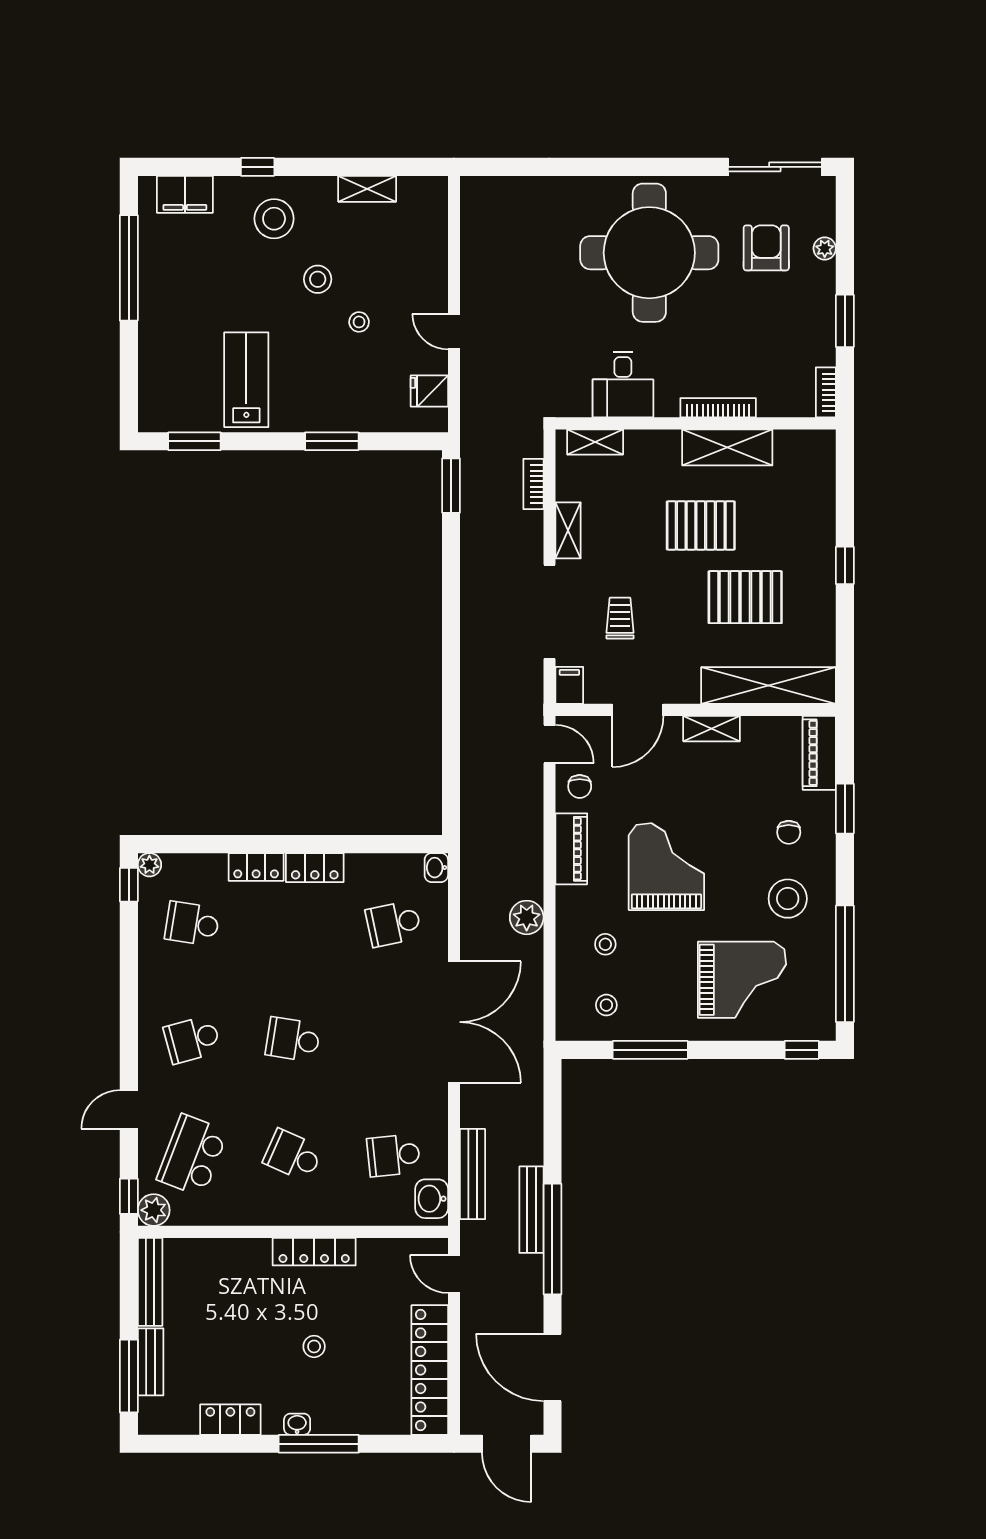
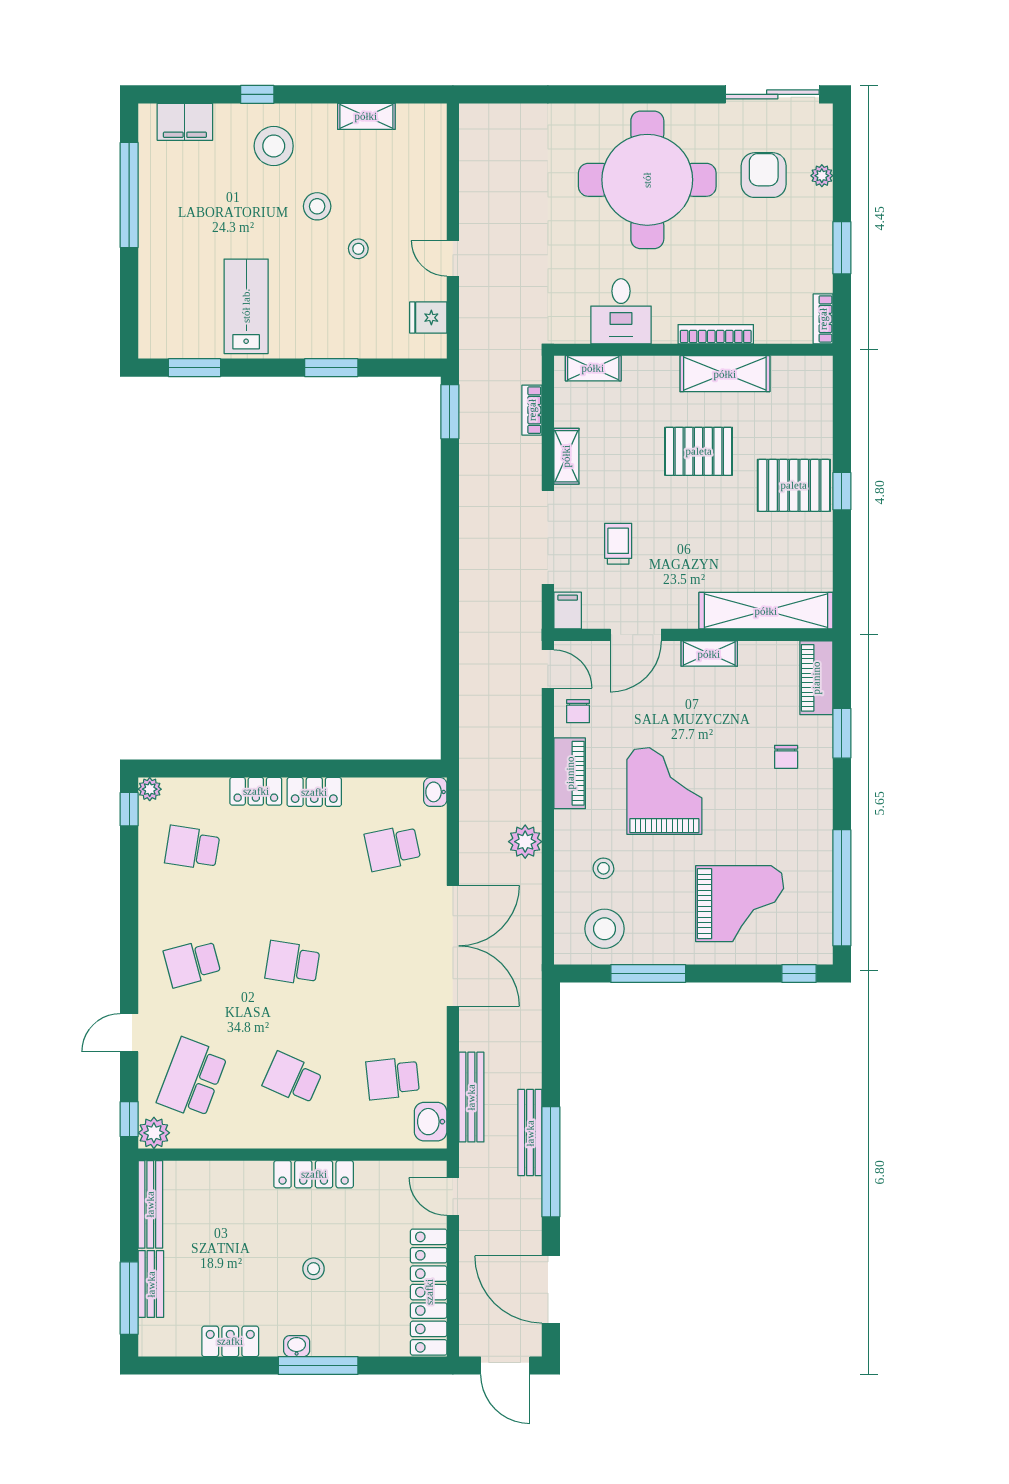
pallet: (745, 597) -> (794, 485), moved
stool: (788, 899) -> (785, 823), removed
stool: (606, 1005) -> (605, 929), width x1.89, depth x1.89

